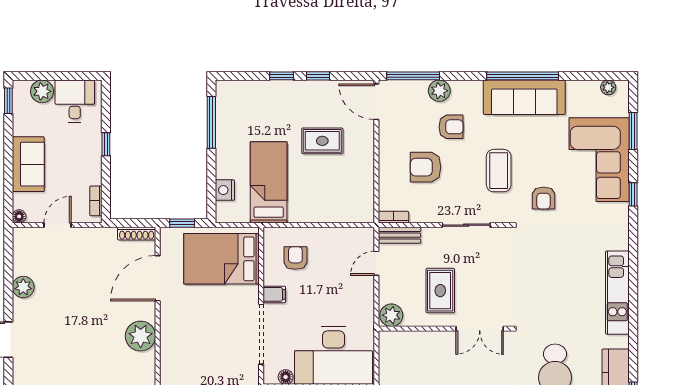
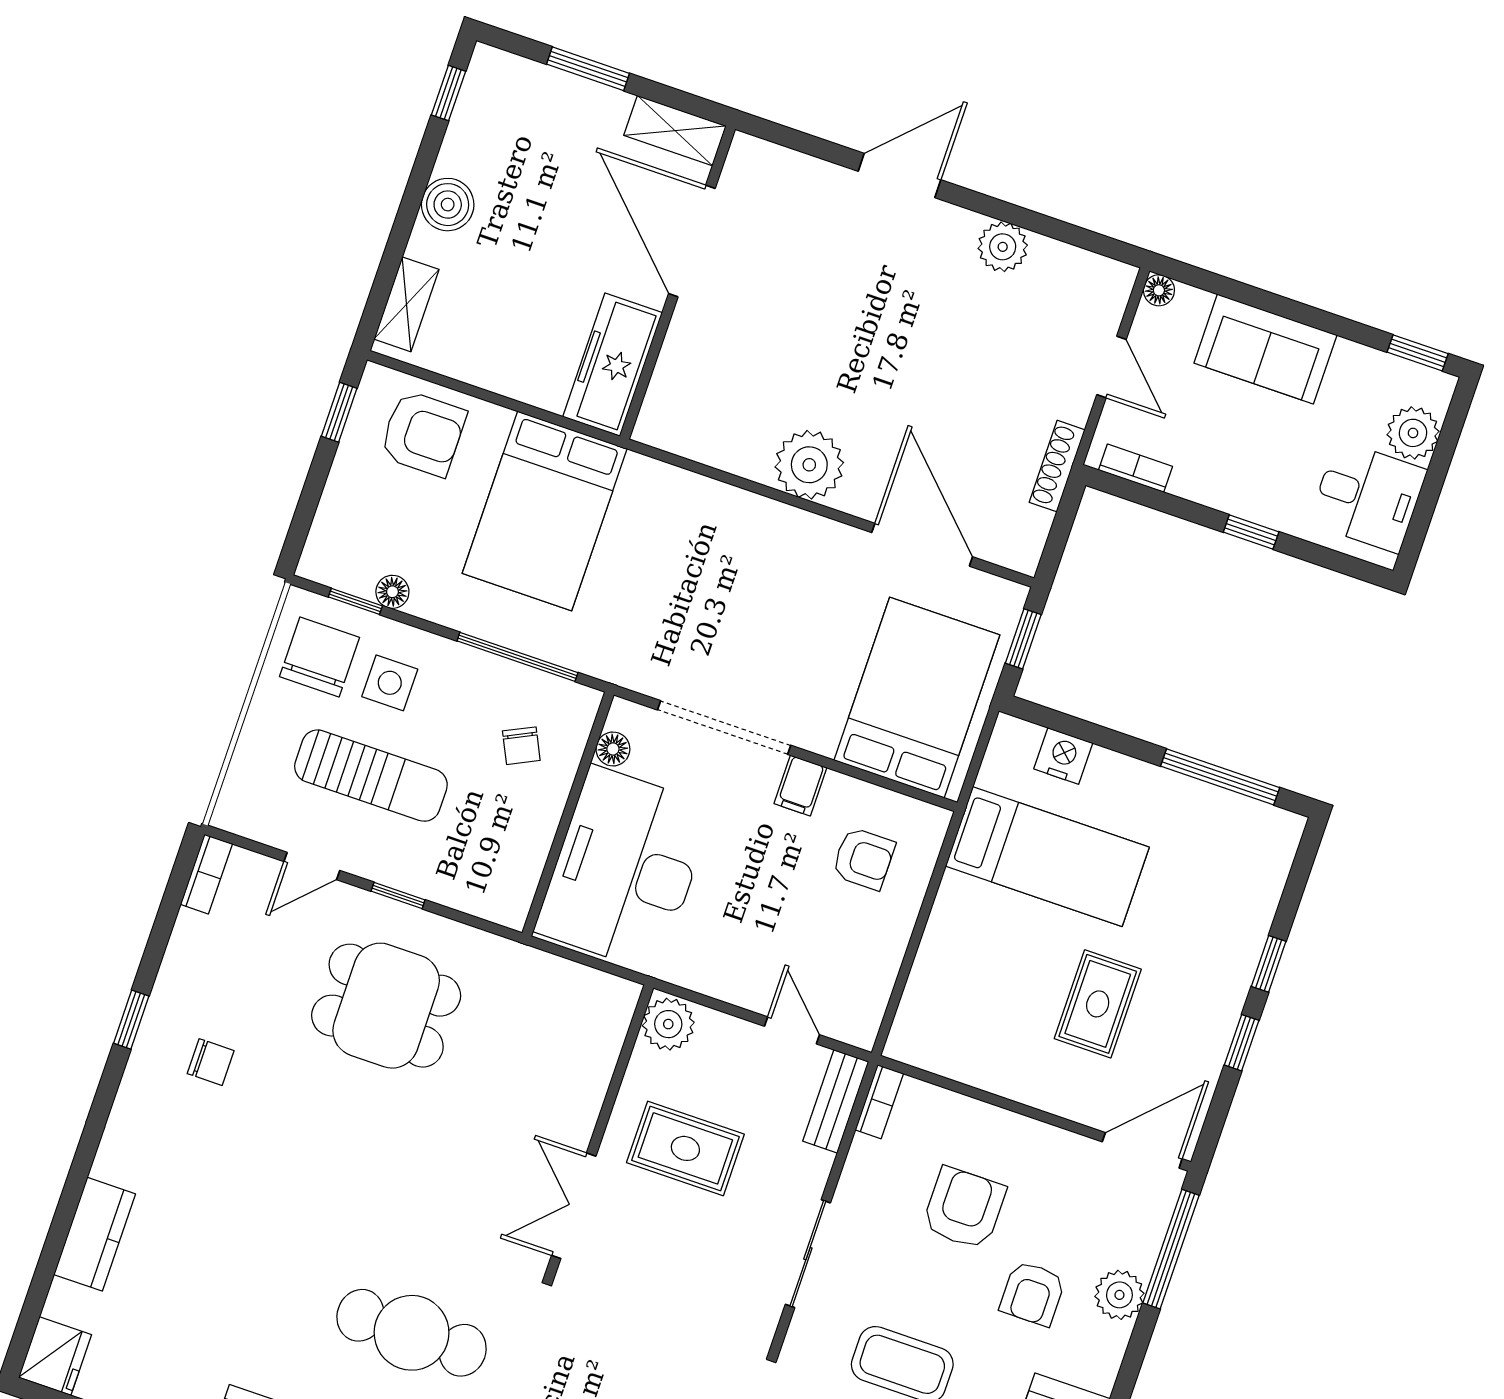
shoe rack: (137, 234) -> (1057, 466), moved

